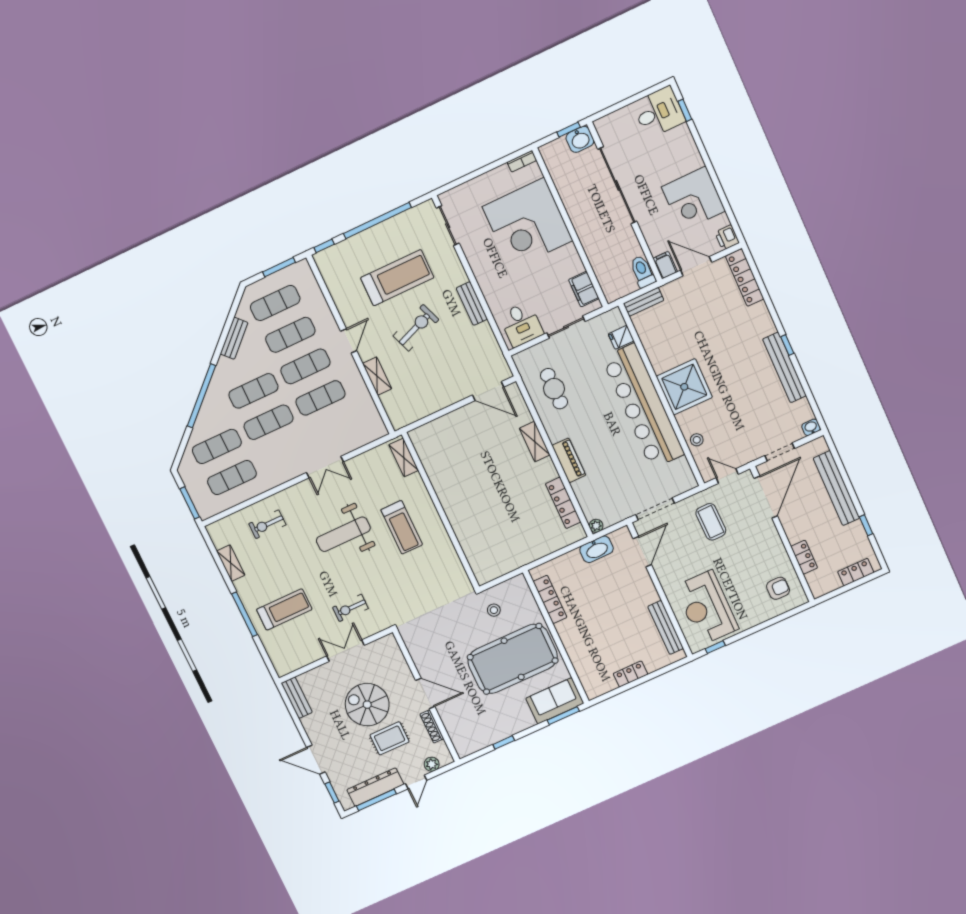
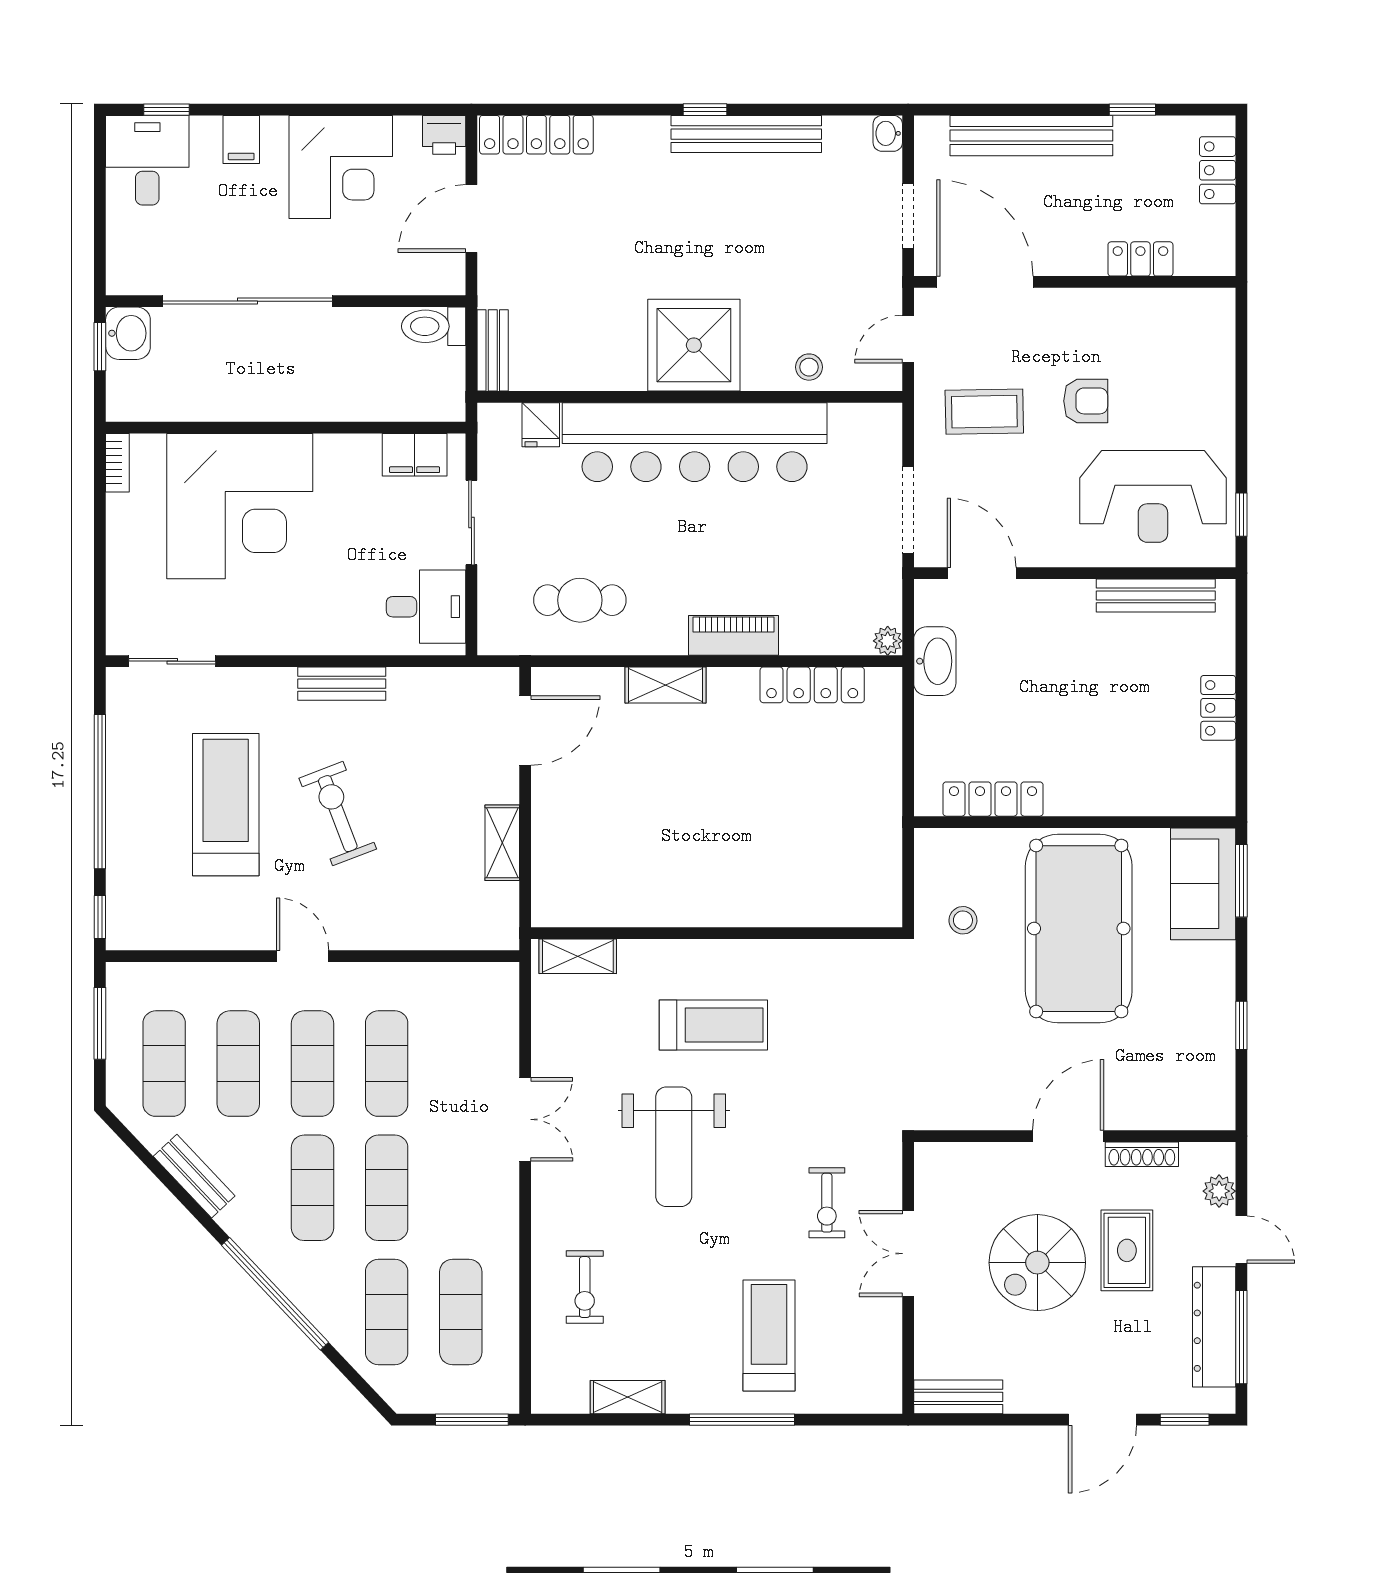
filing cabinet: (665, 265) -> (241, 140), moved, turned -90
shelving: (377, 376) -> (502, 843), moved, turned 90
armchair: (778, 588) -> (1086, 401), moved, turned 90

